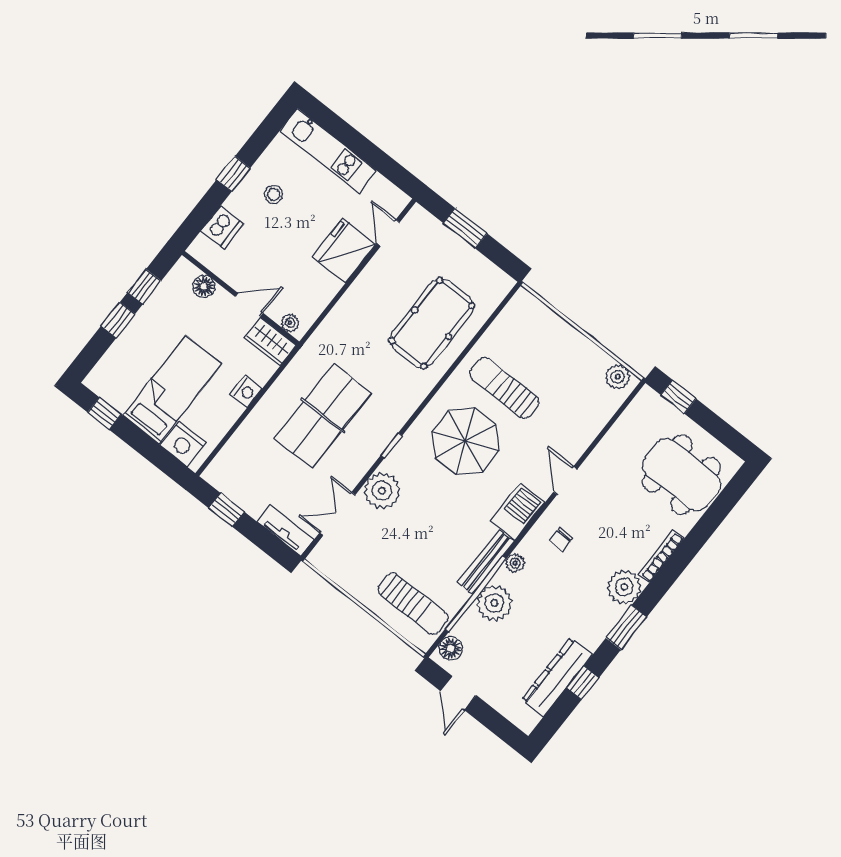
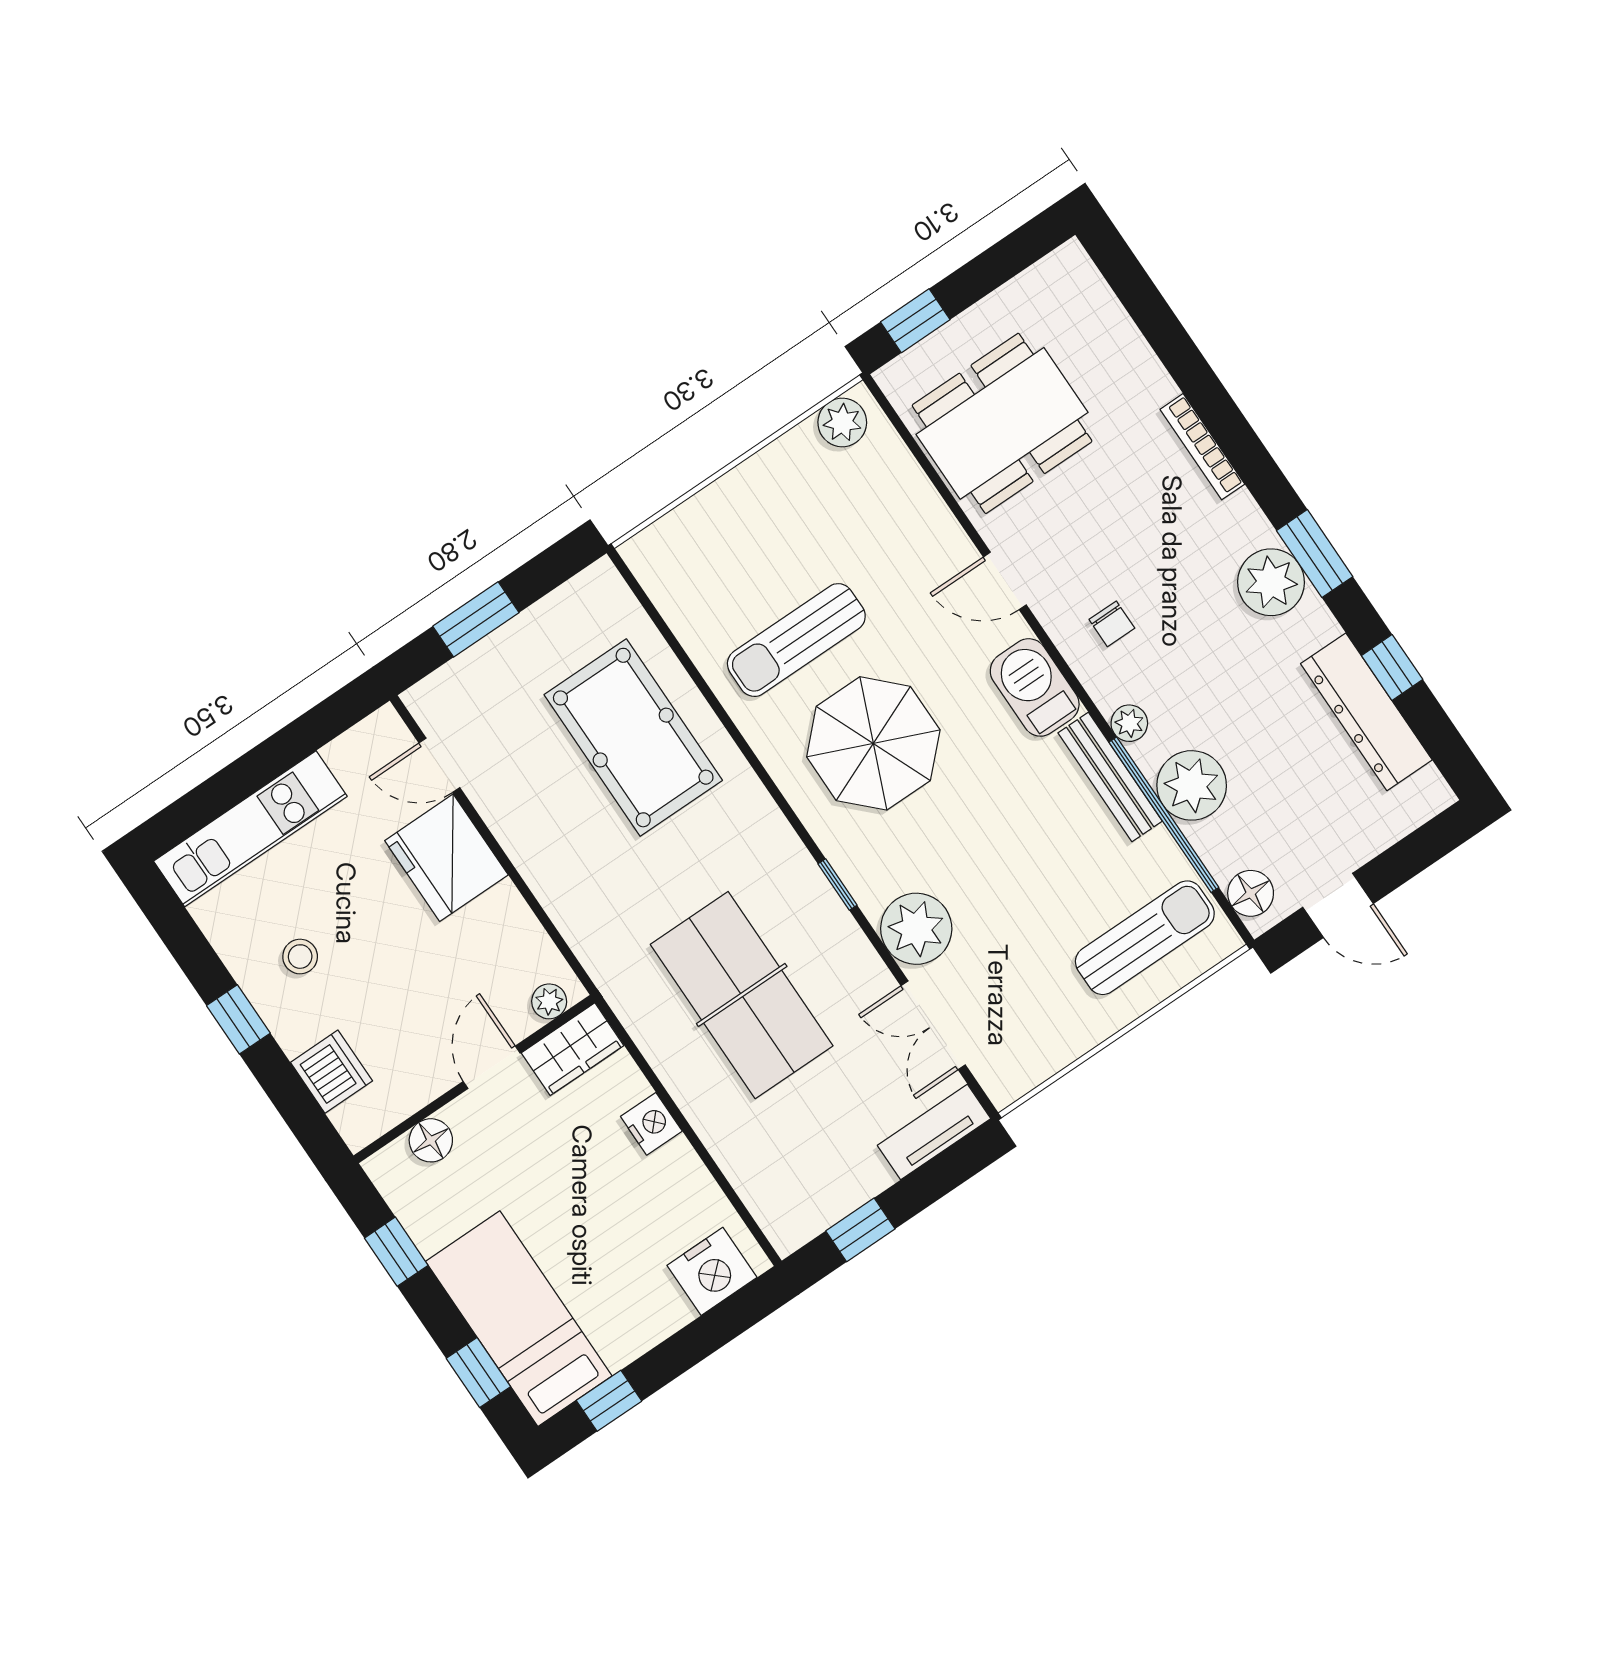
window: (118, 320) -> (478, 1372), moved
bed: (172, 390) -> (519, 1319), moved
dining table: (681, 475) -> (1002, 423), moved
plant: (624, 587) -> (1271, 582), moved

